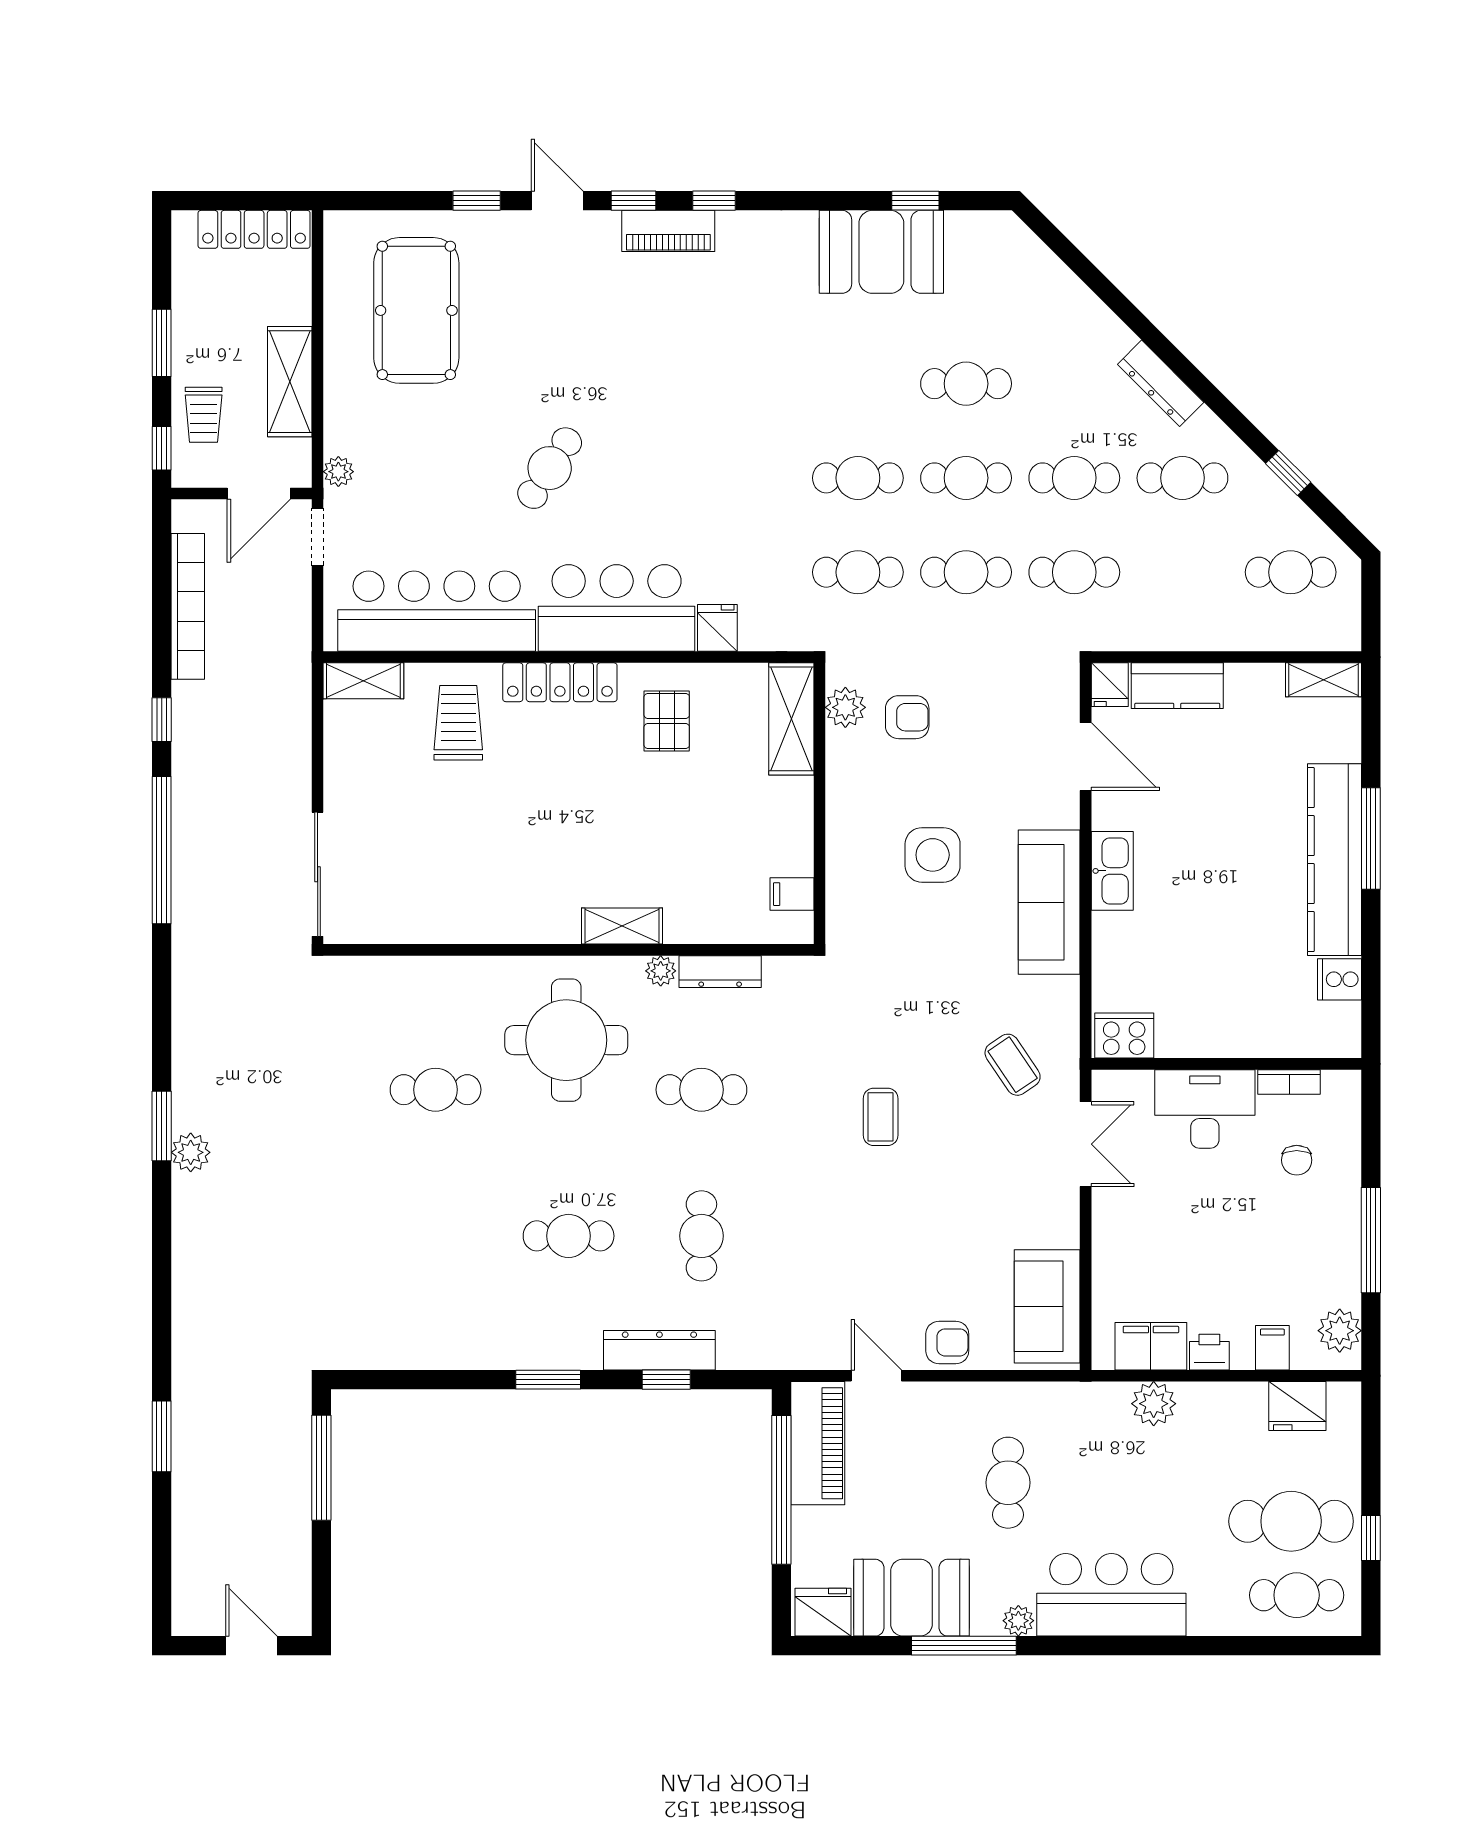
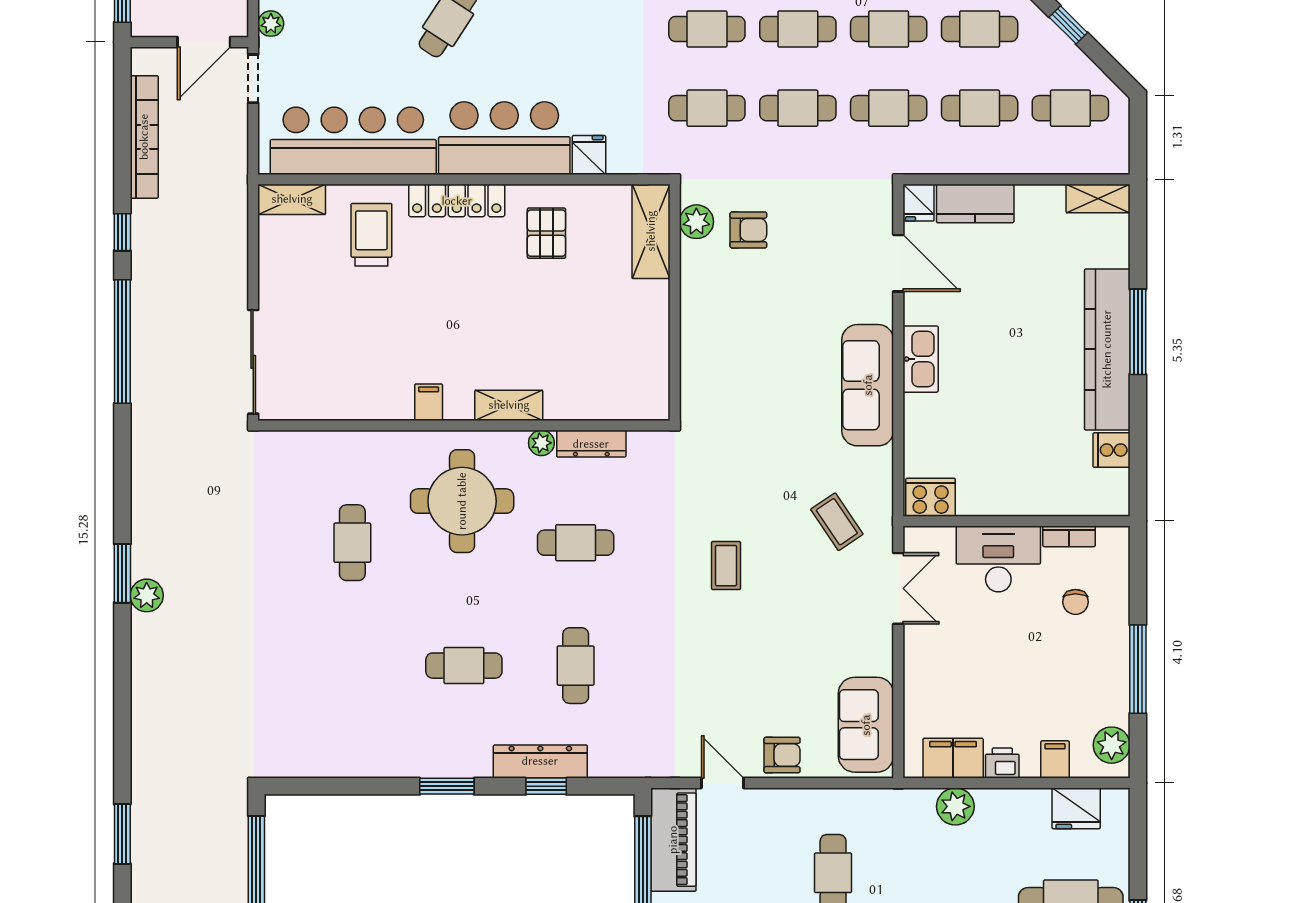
cafe table: (1182, 572) -> (980, 108), added
side table: (933, 855) -> (770, 346), removed
filing cabinet: (792, 894) -> (429, 402), moved, turned 90
cafe table: (436, 1090) -> (352, 543), turned 90

